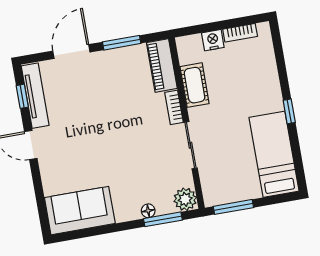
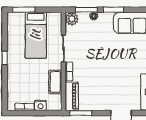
window: (122, 43) -> (81, 113), moved
bed: (274, 154) -> (36, 35), moved
window: (233, 207) -> (24, 10), moved
window: (116, 228) -> (113, 10), added

